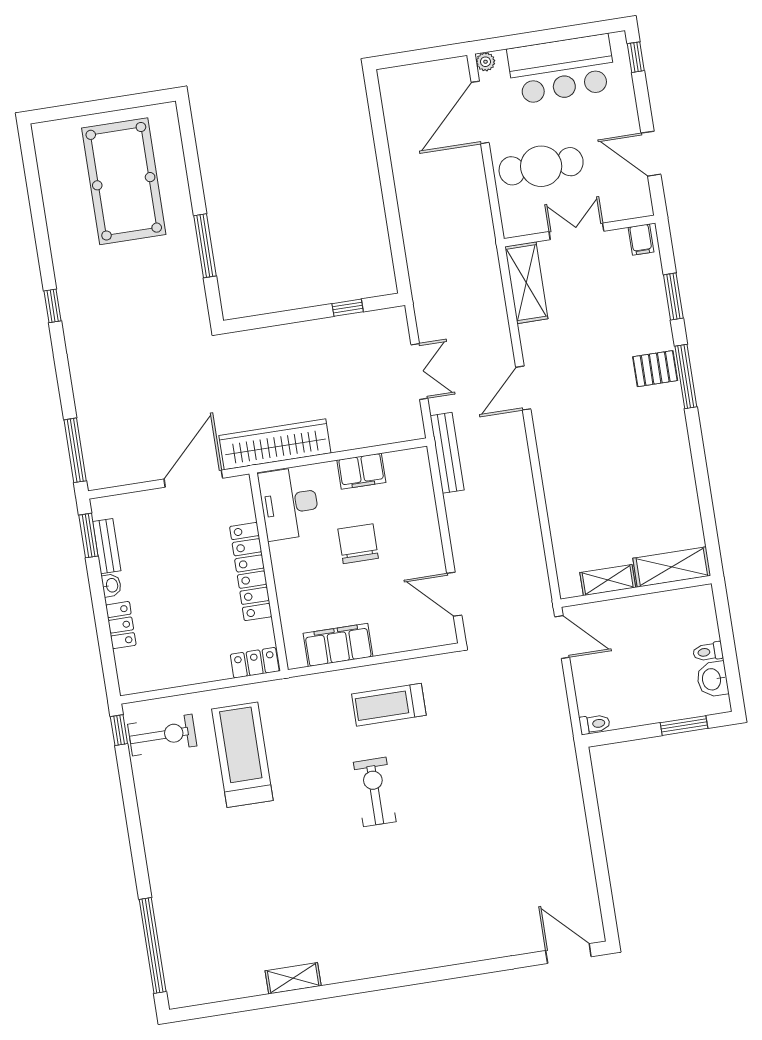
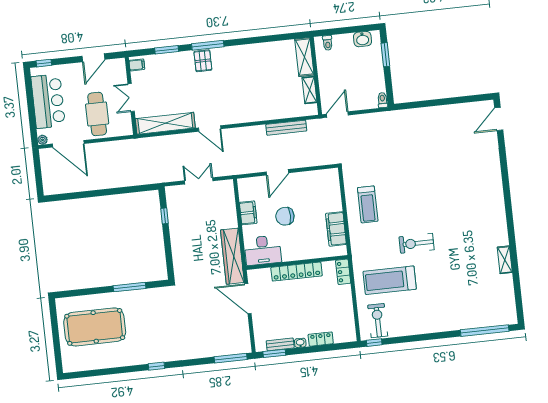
shelving: (526, 283) -> (165, 123), width x1.47
bench: (447, 453) -> (286, 128), moved
door: (454, 594) -> (277, 172), moved
toilet: (708, 652) -> (328, 43), moved
exercise bike: (375, 792) -> (417, 243), moved

